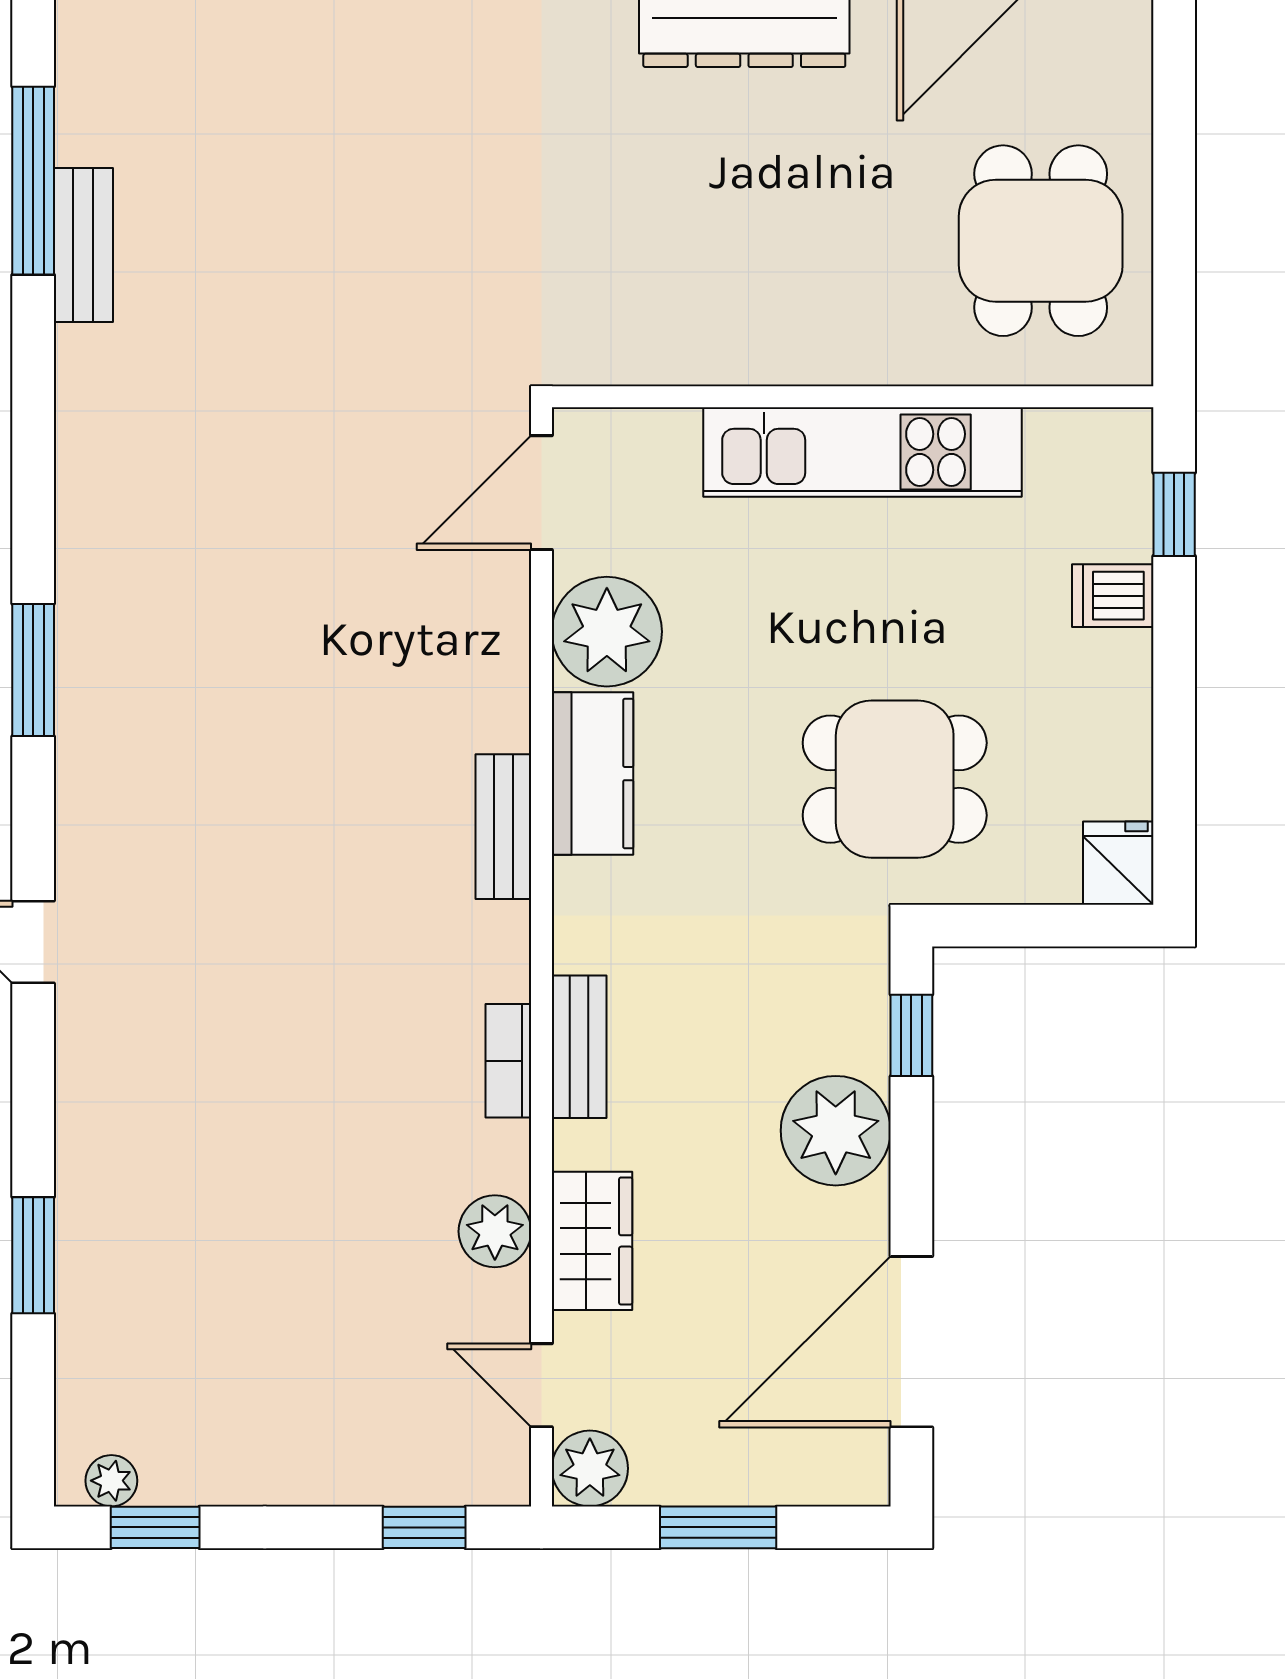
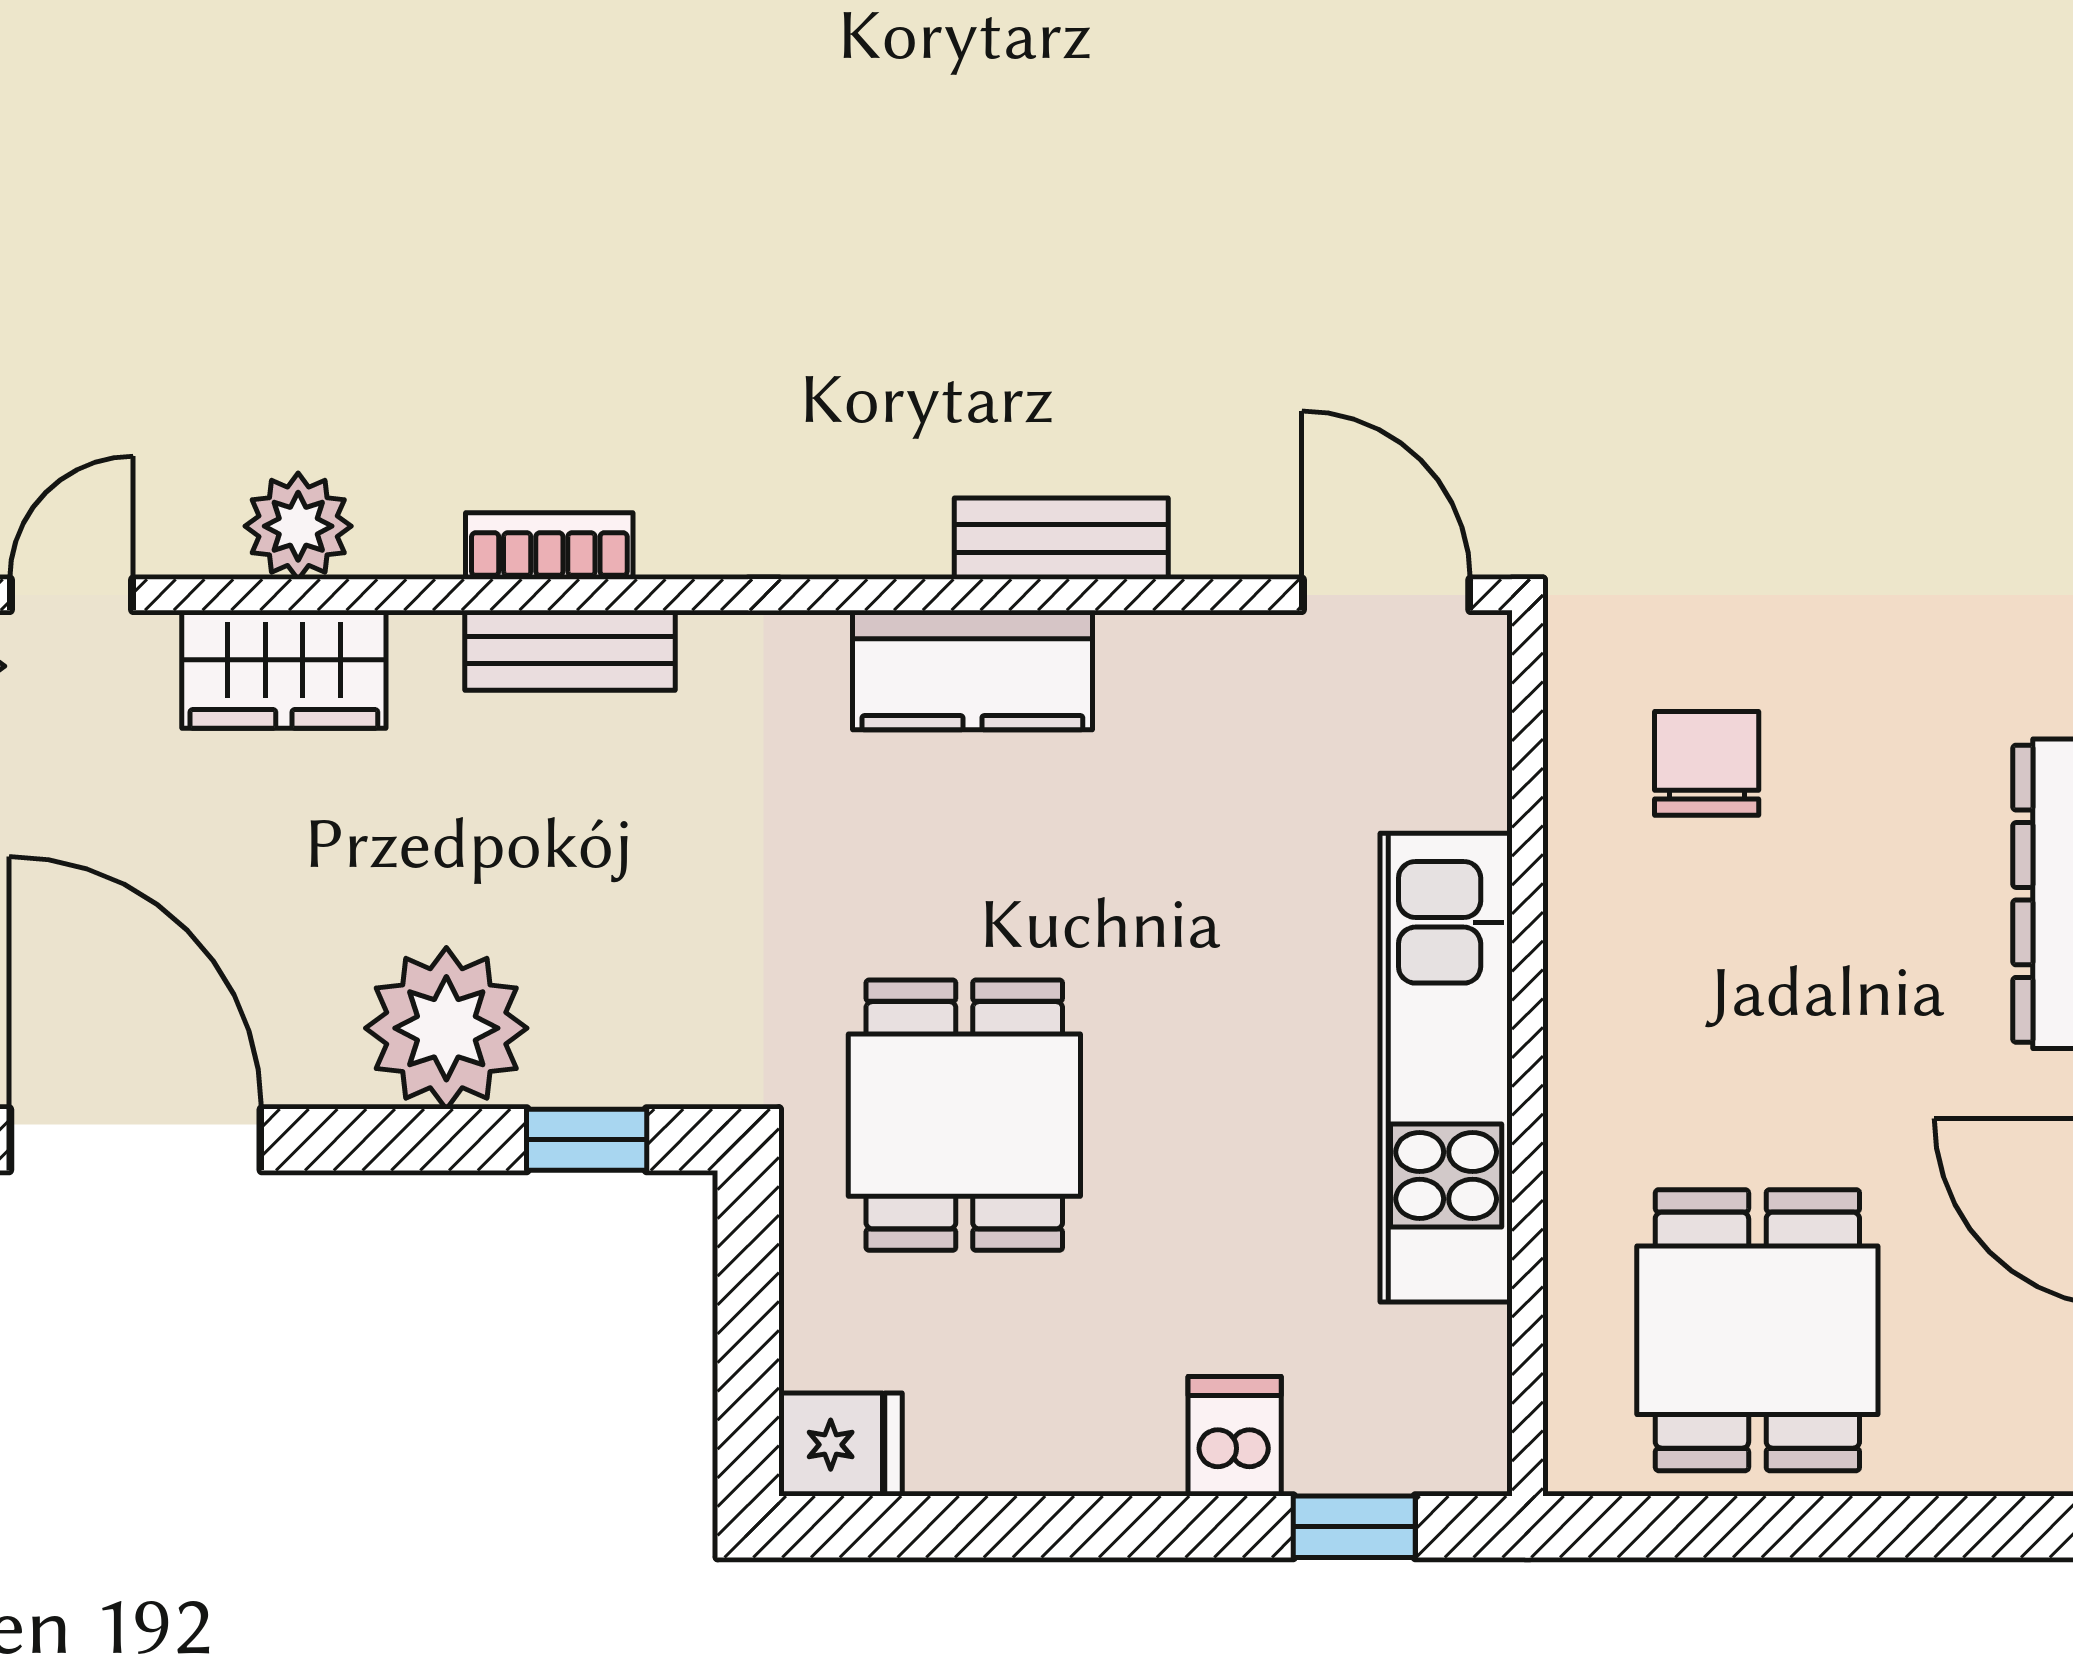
dining table: (1041, 241) -> (1757, 1330), turned 90
chair: (656, 275) -> (1707, 763), added
plant: (607, 632) -> (1181, 691), removed
bench: (503, 827) -> (1061, 539), moved

